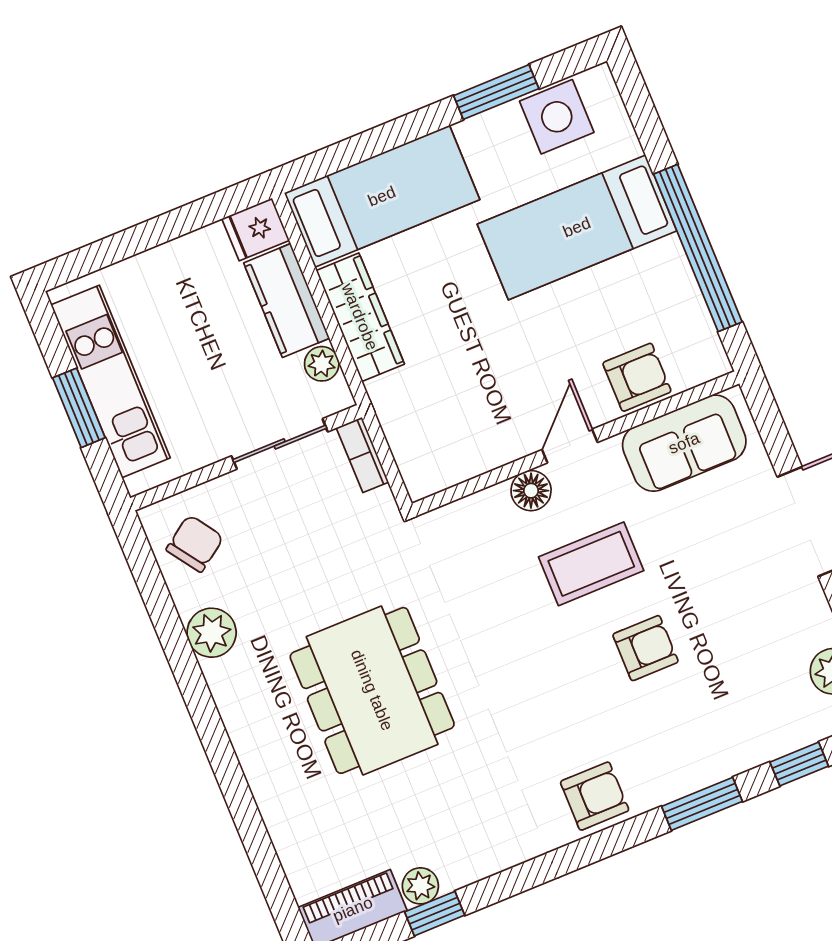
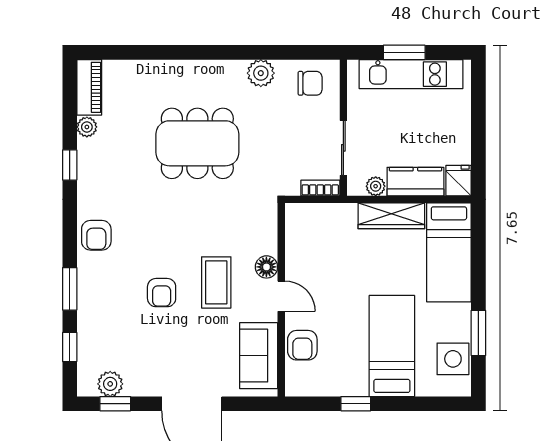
window: (698, 248) -> (356, 404), width x0.32
chair: (195, 543) -> (310, 83), turned -55
window: (435, 914) -> (70, 165), moved

